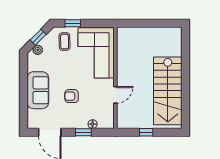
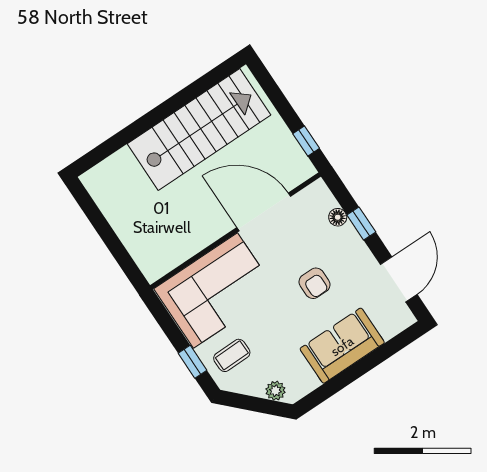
window: (38, 37) -> (254, 404), removed
door: (115, 95) -> (264, 212), width x1.88
window: (146, 132) -> (306, 141), moved

